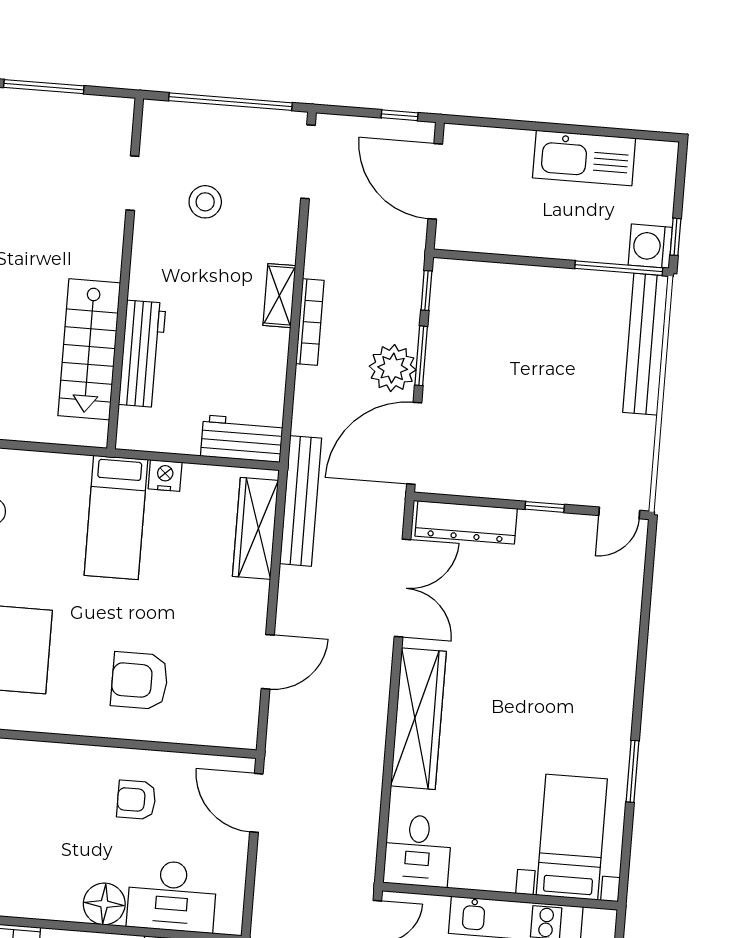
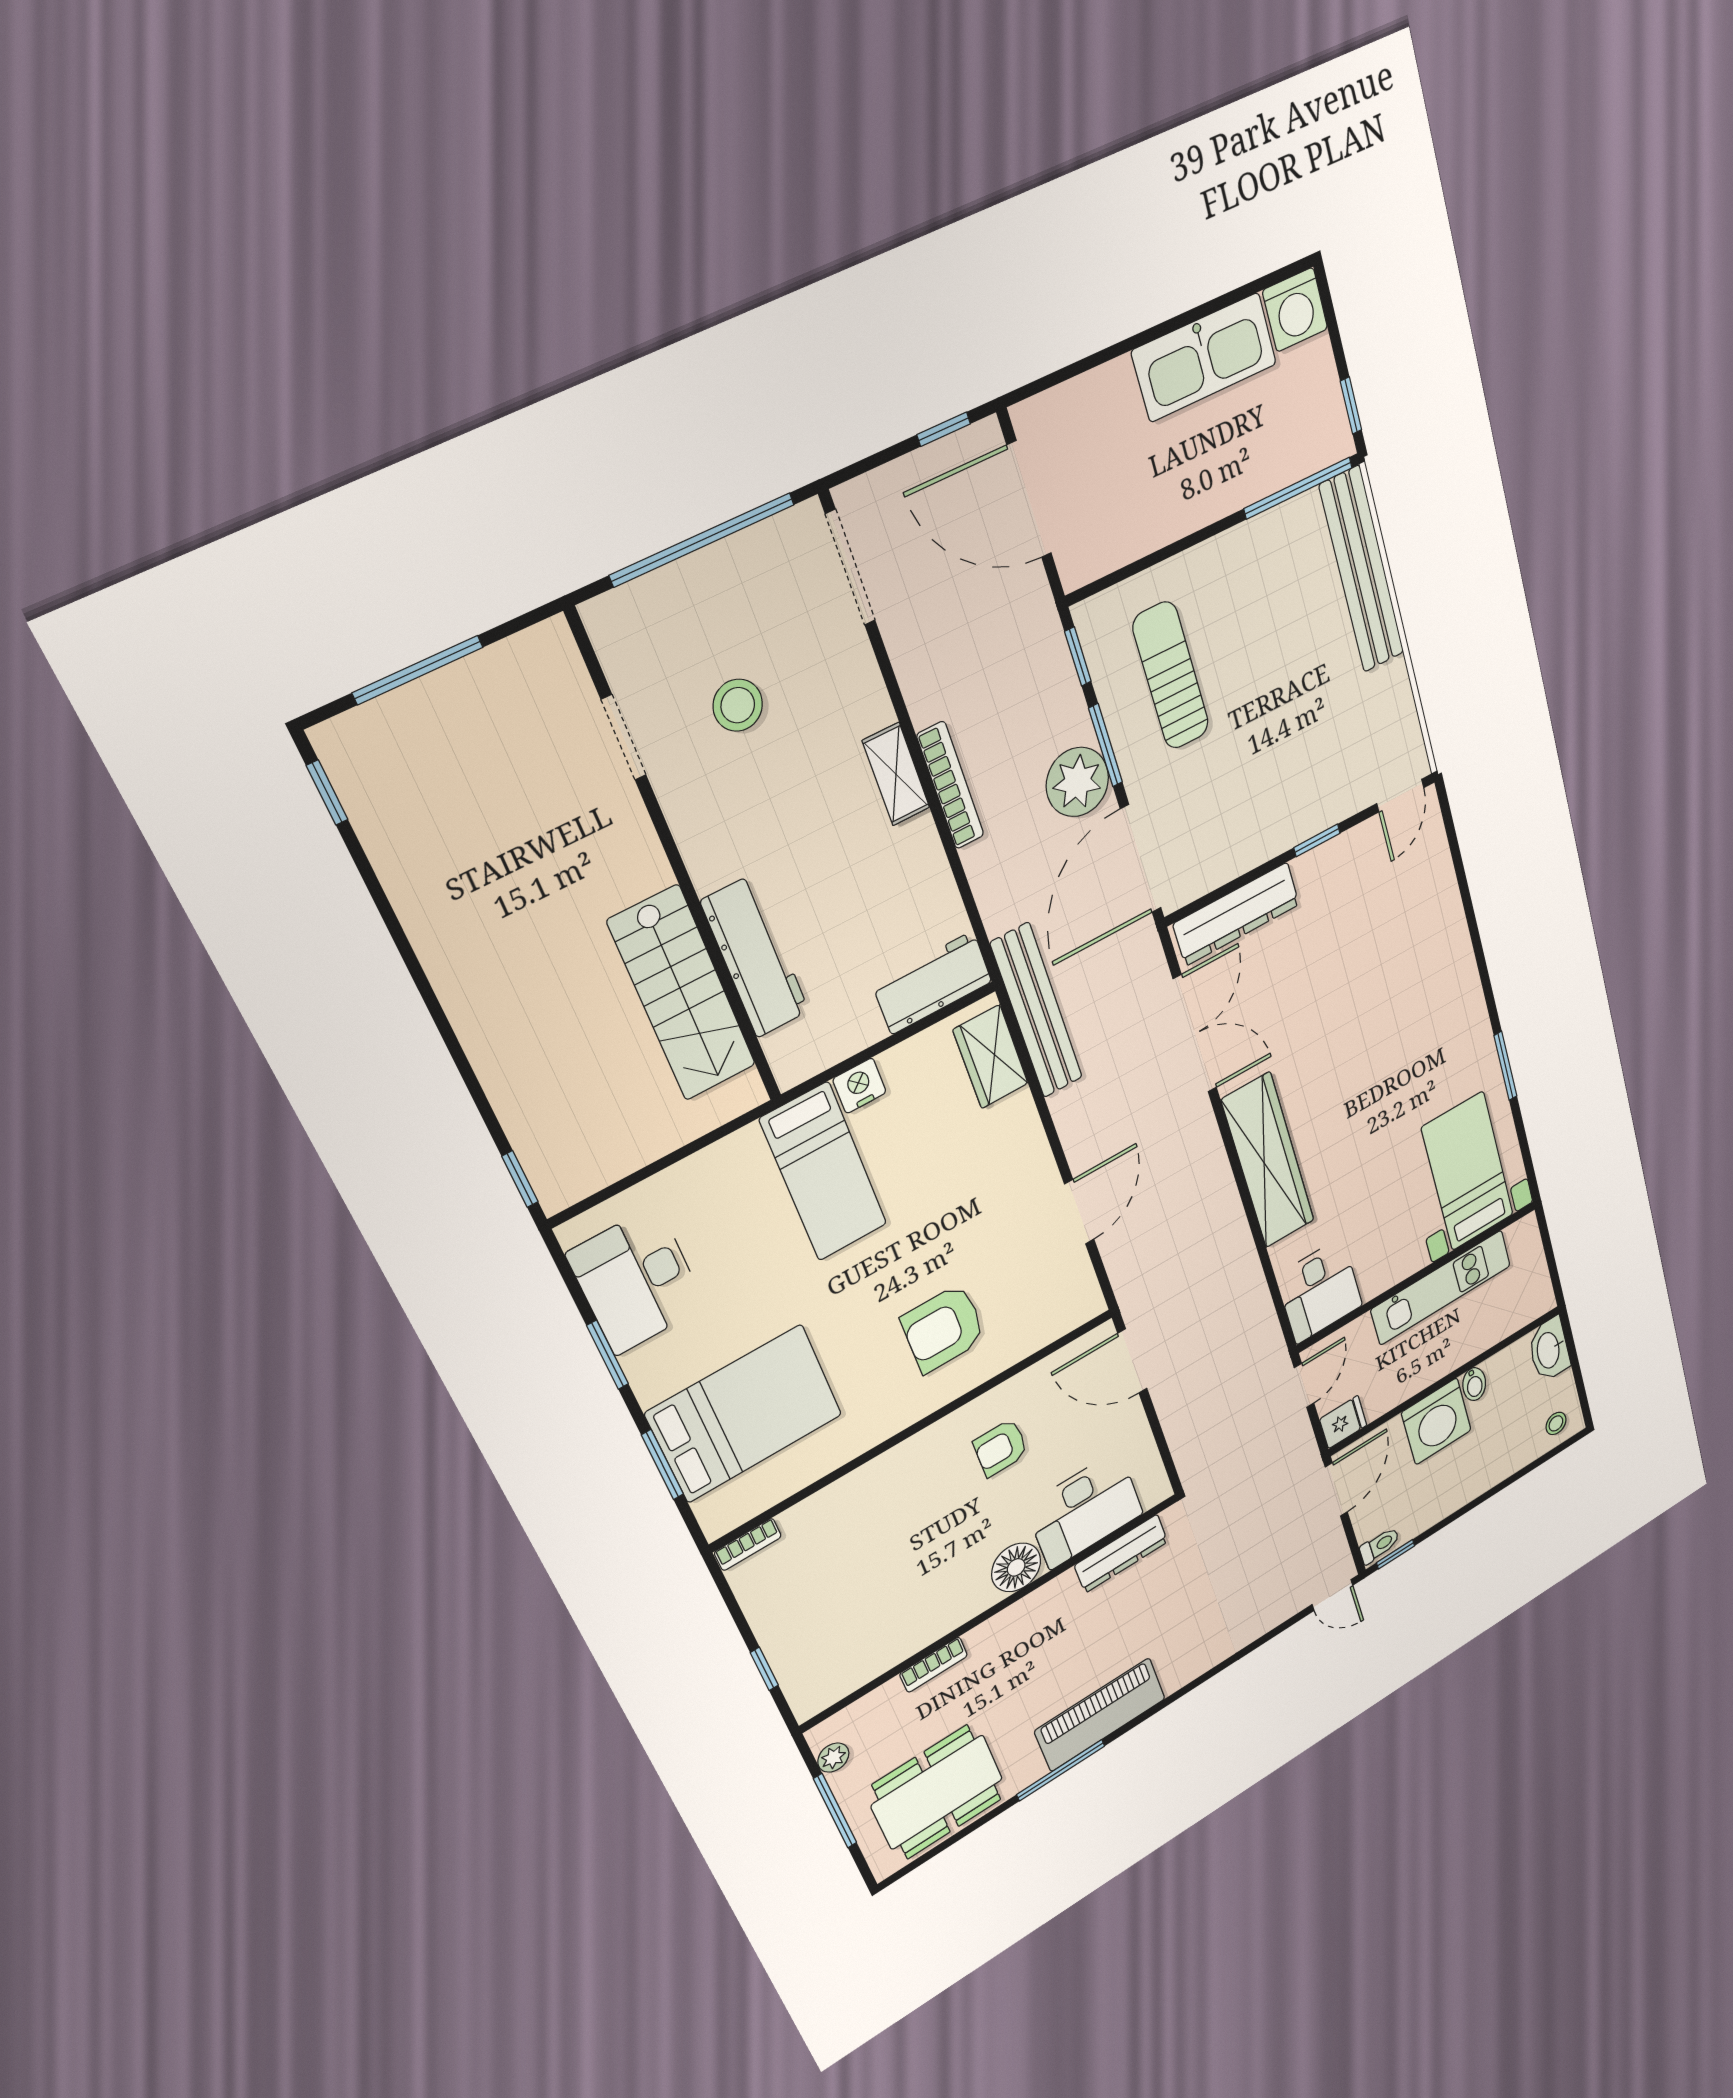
washing machine: (650, 246) -> (1295, 310), moved, turned -90
sun lounger: (484, 337) -> (1171, 676), added
wardrobe: (255, 528) -> (991, 1057), width x0.67

